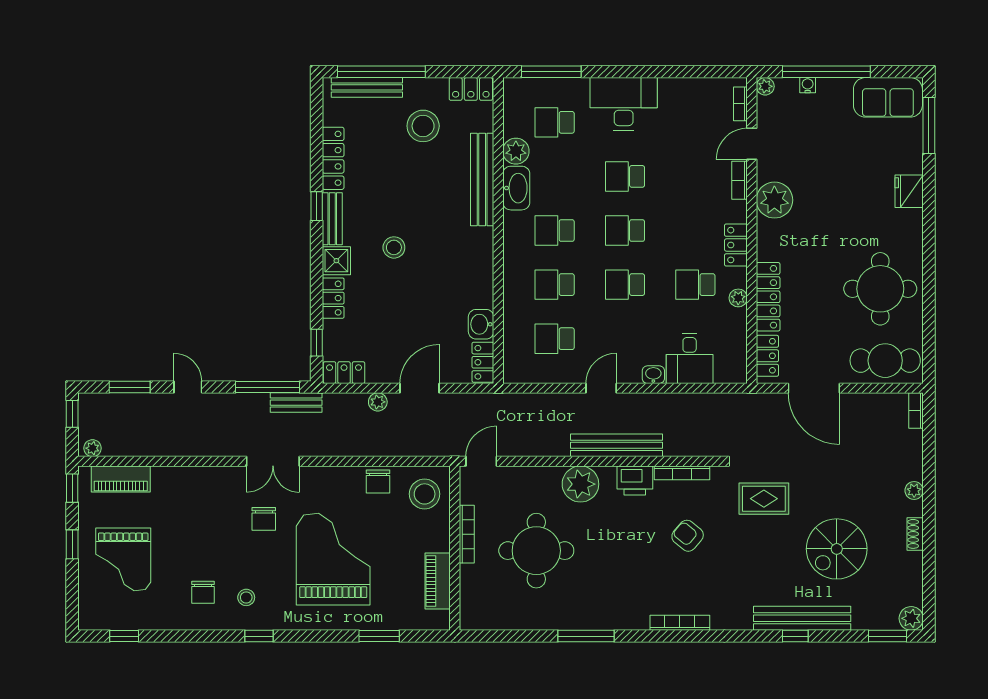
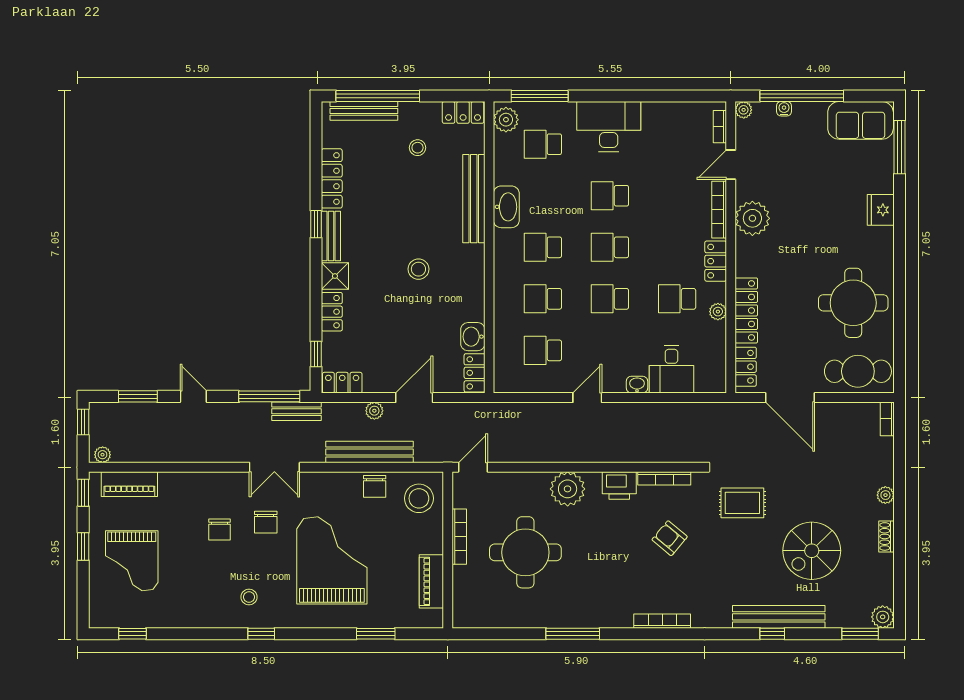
stool: (423, 126) -> (418, 148), width x0.53, depth x0.53
plant: (516, 151) -> (506, 120), moved
bookcase: (740, 180) -> (719, 210), width x1.56
stool: (394, 247) -> (418, 269), moved
bench: (617, 445) -> (370, 452), moved
chair: (203, 592) -> (220, 530), moved

